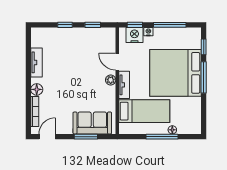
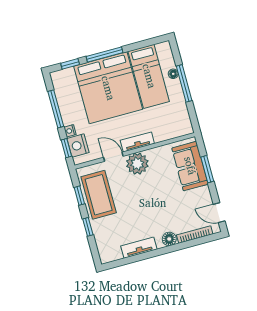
coffee table: (89, 41) -> (99, 195), added
door: (117, 62) -> (113, 157), swing flipped
plant: (111, 80) -> (137, 164), width x1.87, depth x1.87
bed: (144, 111) -> (149, 76), moved, turned 180

